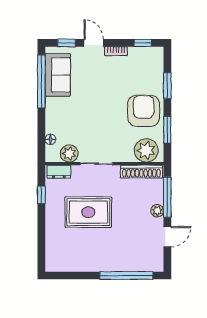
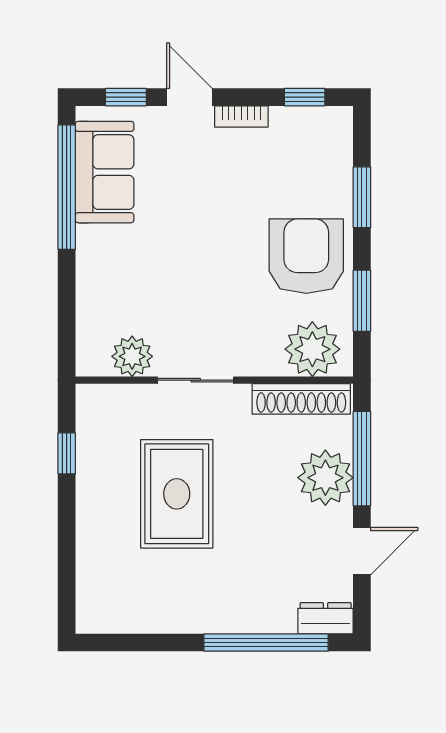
floor lamp: (50, 139) -> (88, 323), removed
dresser: (59, 172) -> (326, 618), moved, turned 180
plant: (157, 211) -> (325, 478), width x1.87, depth x1.87
rug: (88, 212) -> (177, 494), turned 90

